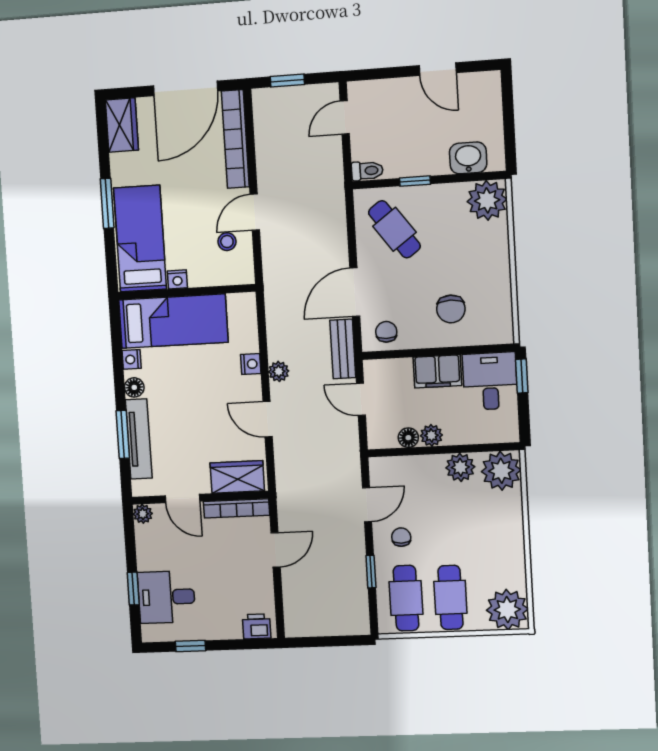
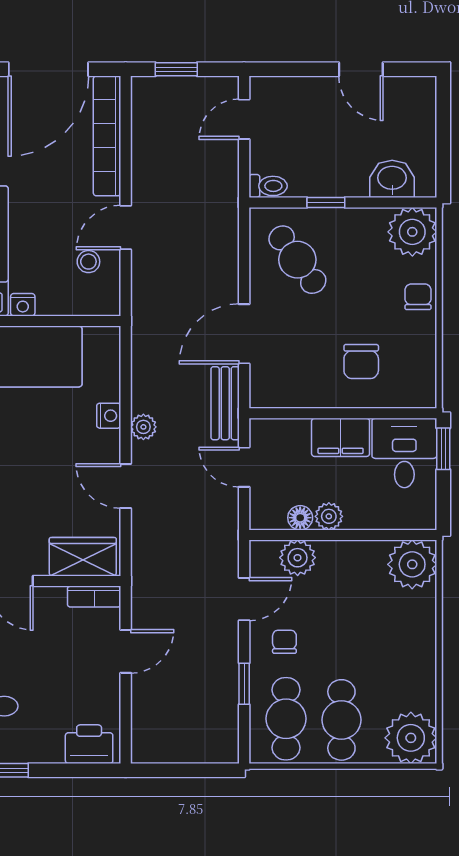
chair: (386, 332) -> (418, 297), moved
plant: (460, 467) -> (298, 558), moved
bookcase: (236, 508) -> (94, 597), width x0.64
printer: (257, 626) -> (89, 744), width x1.36, depth x1.24

